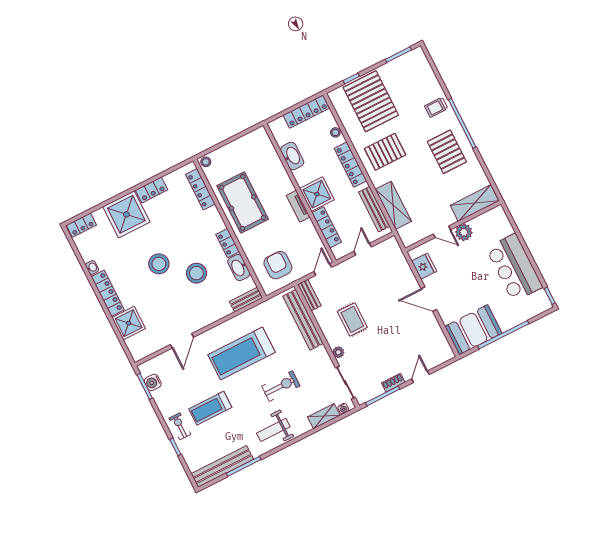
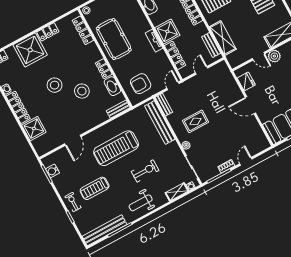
bench: (374, 209) -> (211, 45), width x0.73
armchair: (278, 265) -> (141, 84), turned -90
rug: (352, 319) -> (195, 121), turned 90

